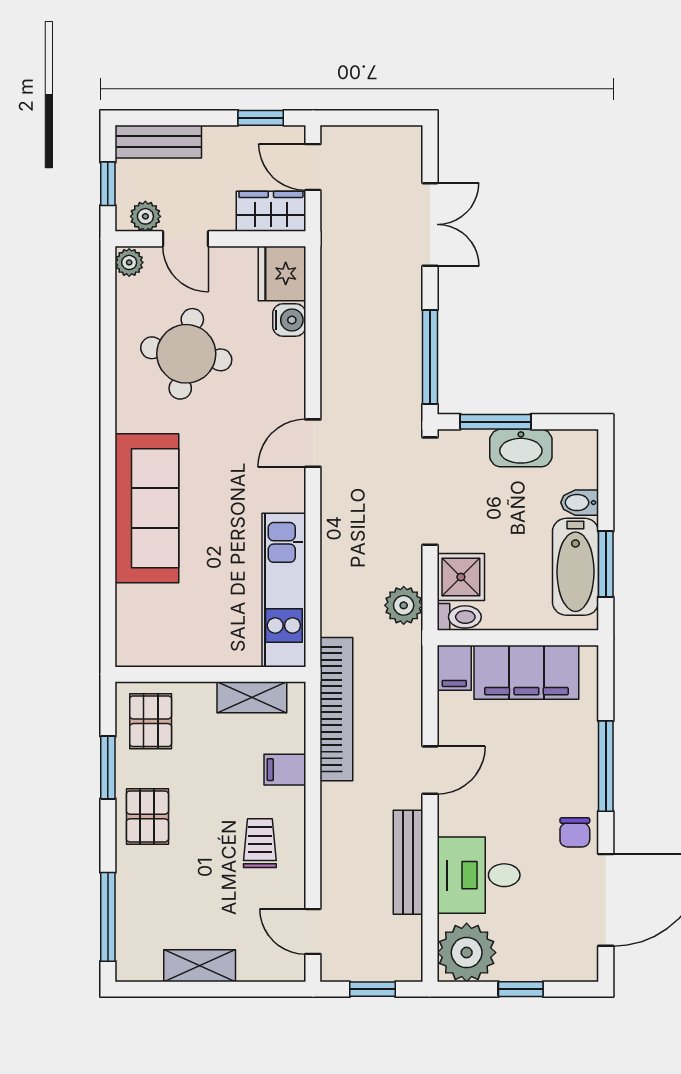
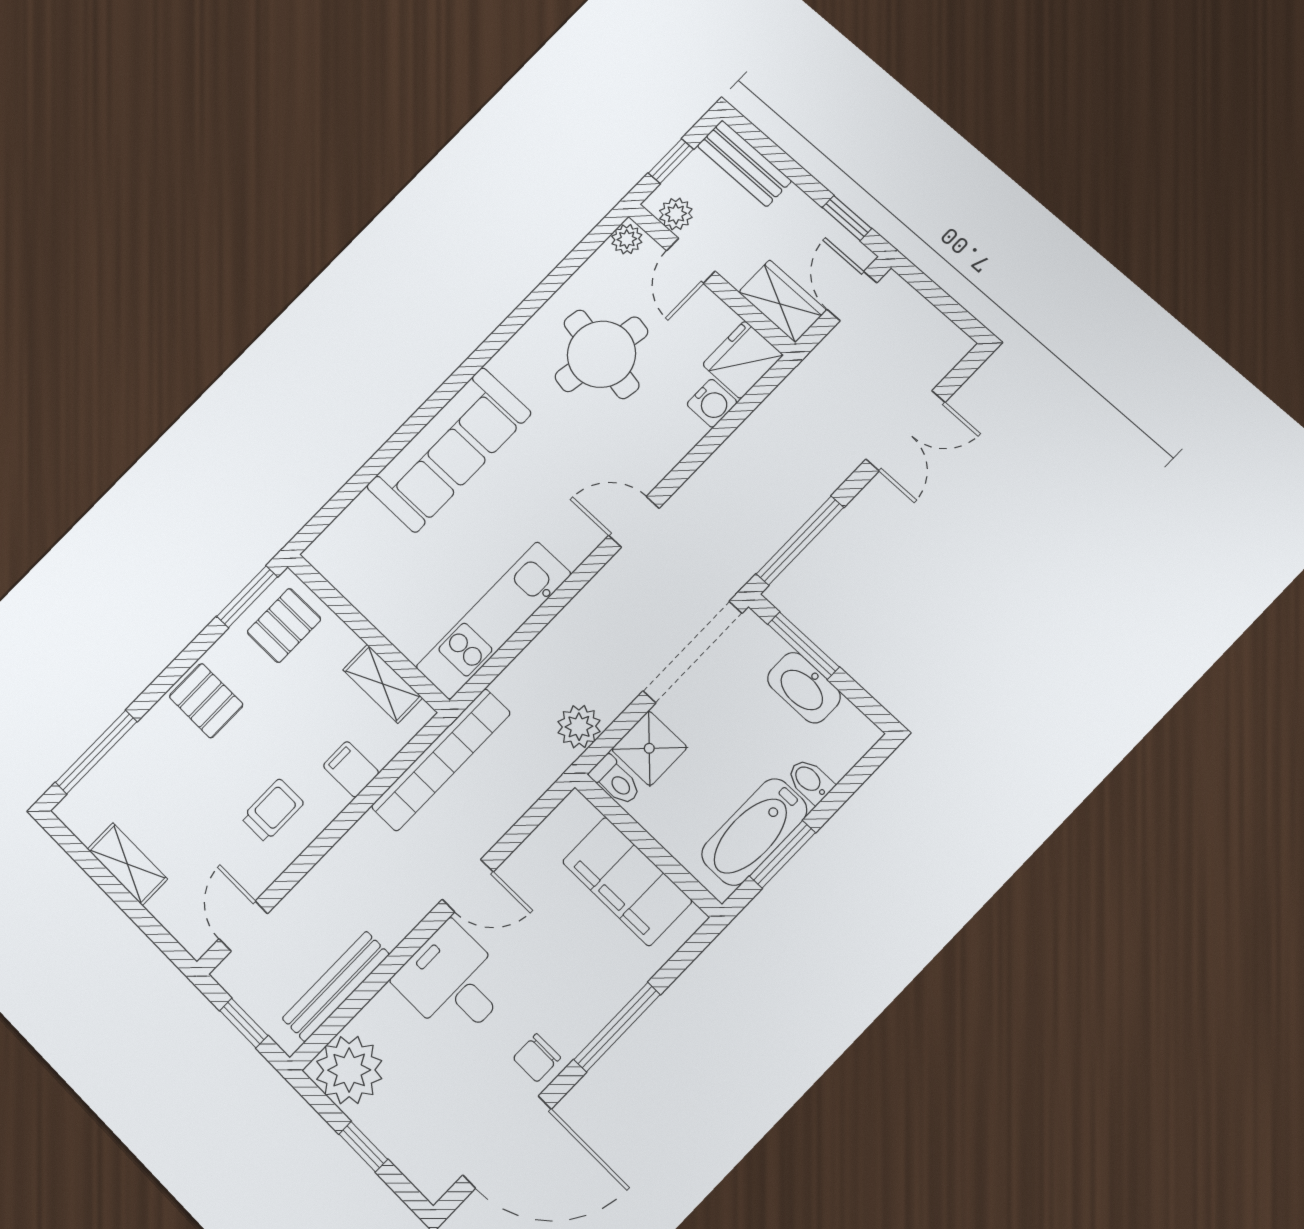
filing cabinet: (454, 668) -> (571, 819), removed
window: (108, 768) -> (247, 597), moved
pallet: (147, 816) -> (206, 701), turned 90
bench: (408, 862) -> (336, 986), moved
desk: (479, 875) -> (453, 982), moved

